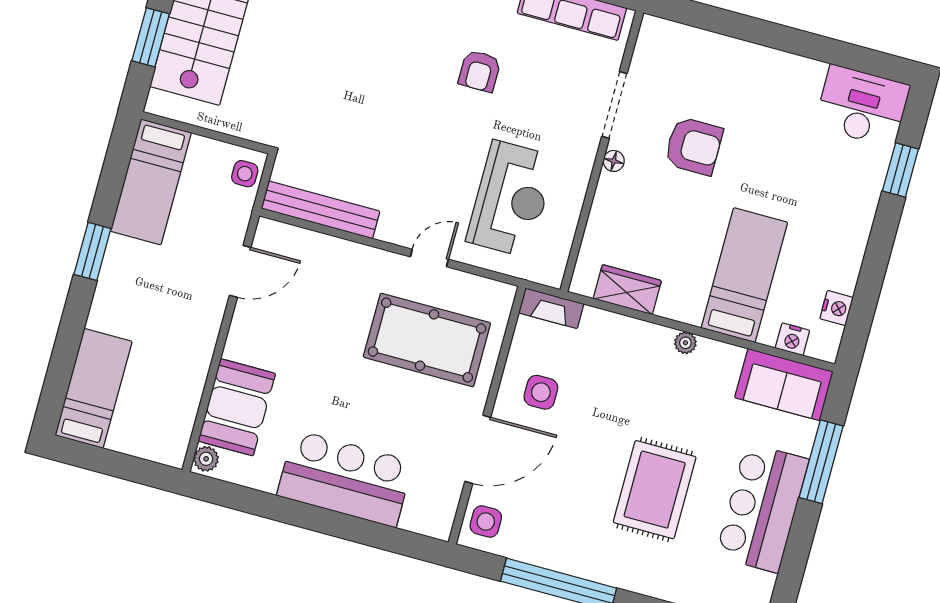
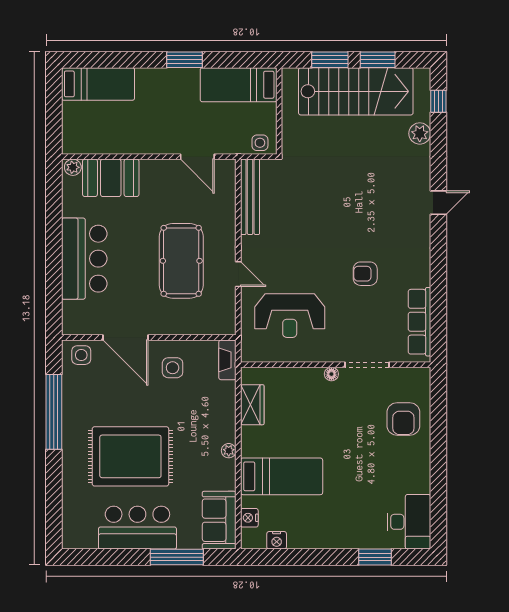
armchair: (694, 146) -> (403, 419), moved
pool table: (427, 340) -> (181, 261), moved
rug: (655, 490) -> (130, 456), width x1.37, depth x1.44

